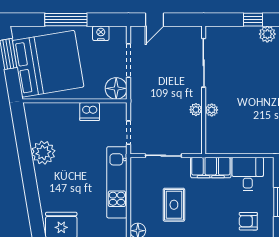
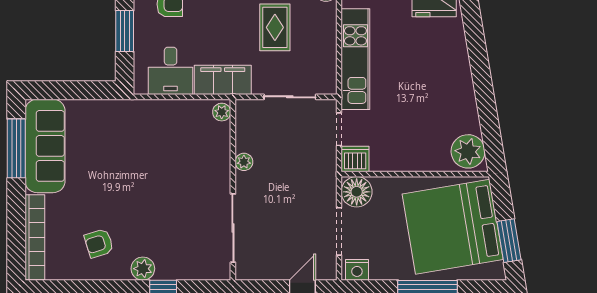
nightstand: (101, 33) -> (357, 270), moved
plant: (212, 110) -> (222, 112), moved
dishwasher: (90, 112) -> (355, 159), moved
plant: (43, 153) -> (468, 151), moved

